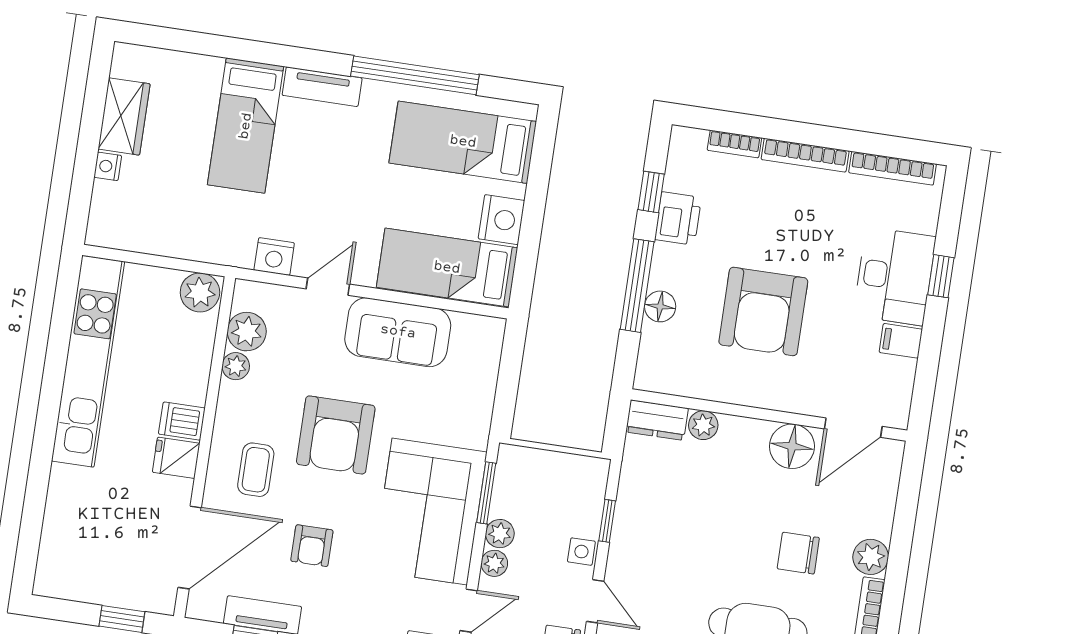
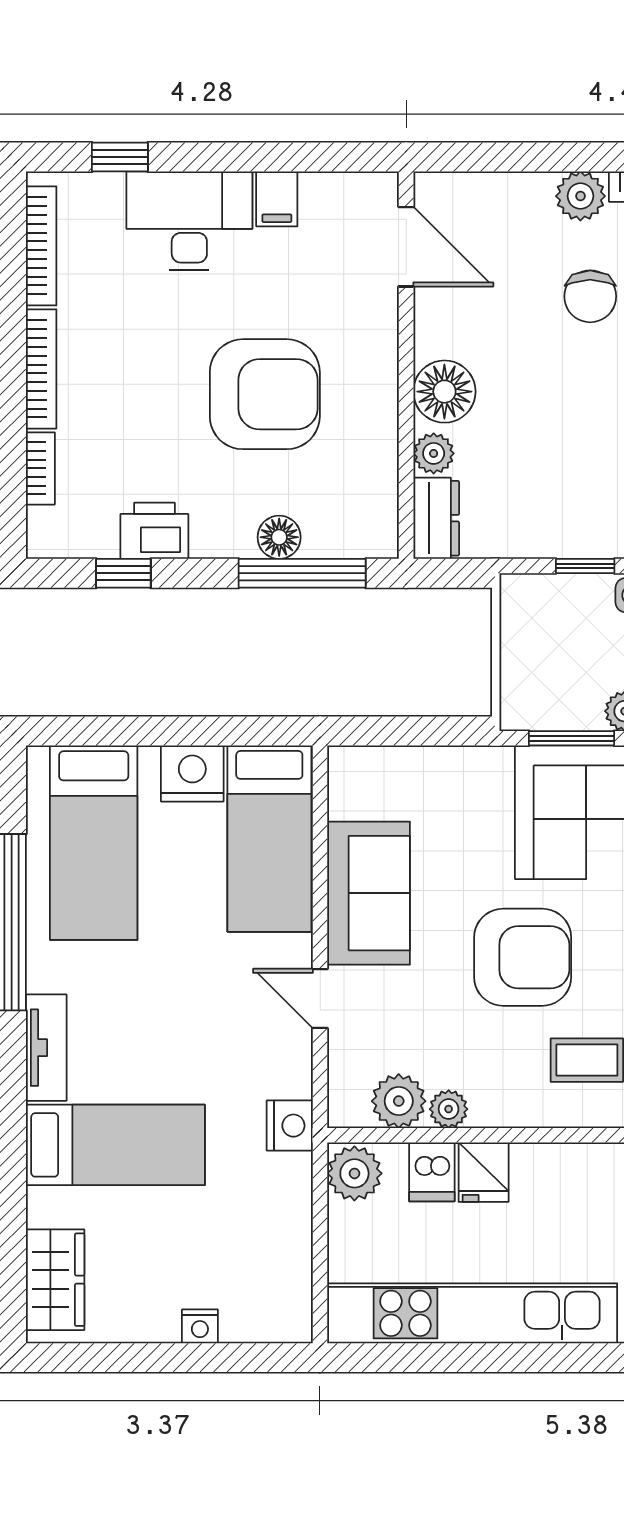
wardrobe: (124, 116) -> (55, 1280), moved, turned 90
nightstand: (274, 257) -> (290, 1126), moved
window: (941, 276) -> (120, 157), moved
window: (637, 286) -> (302, 573), moved
dishwasher: (182, 421) -> (432, 1172), moved
floor lamp: (792, 446) -> (444, 392), moved
fridge: (176, 458) -> (484, 1172), moved

